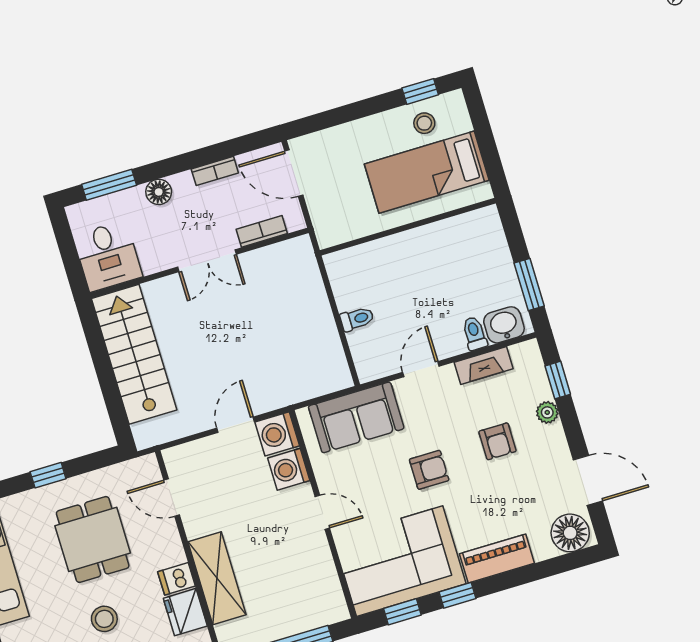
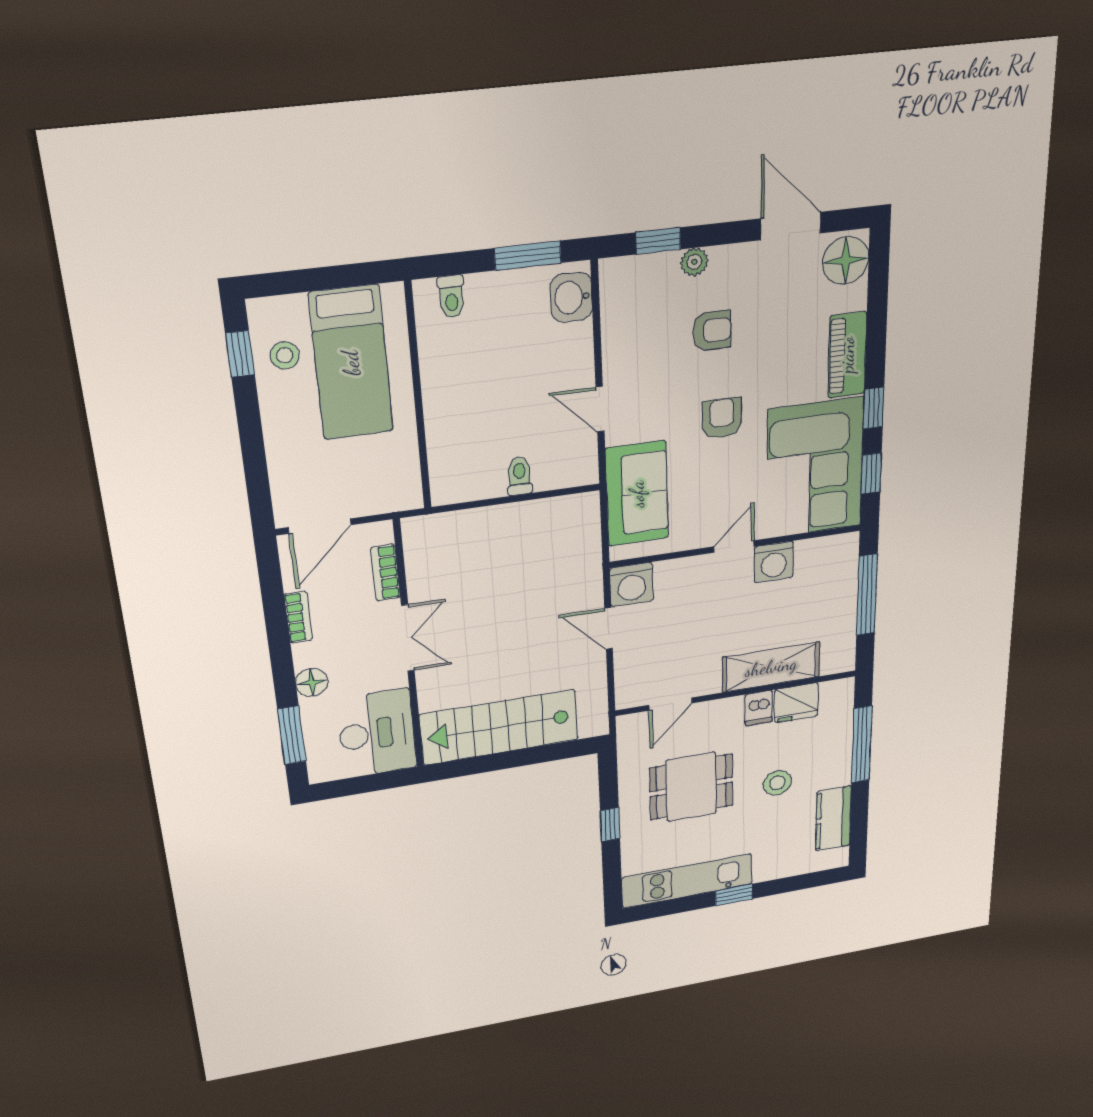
desk: (108, 256) -> (377, 733), width x1.37
toilet: (475, 333) -> (451, 297), moved, turned -90
fireplace: (484, 365) -> (615, 332), removed
washing machine: (289, 469) -> (774, 562), moved
door: (588, 480) -> (791, 226), hinge flipped

